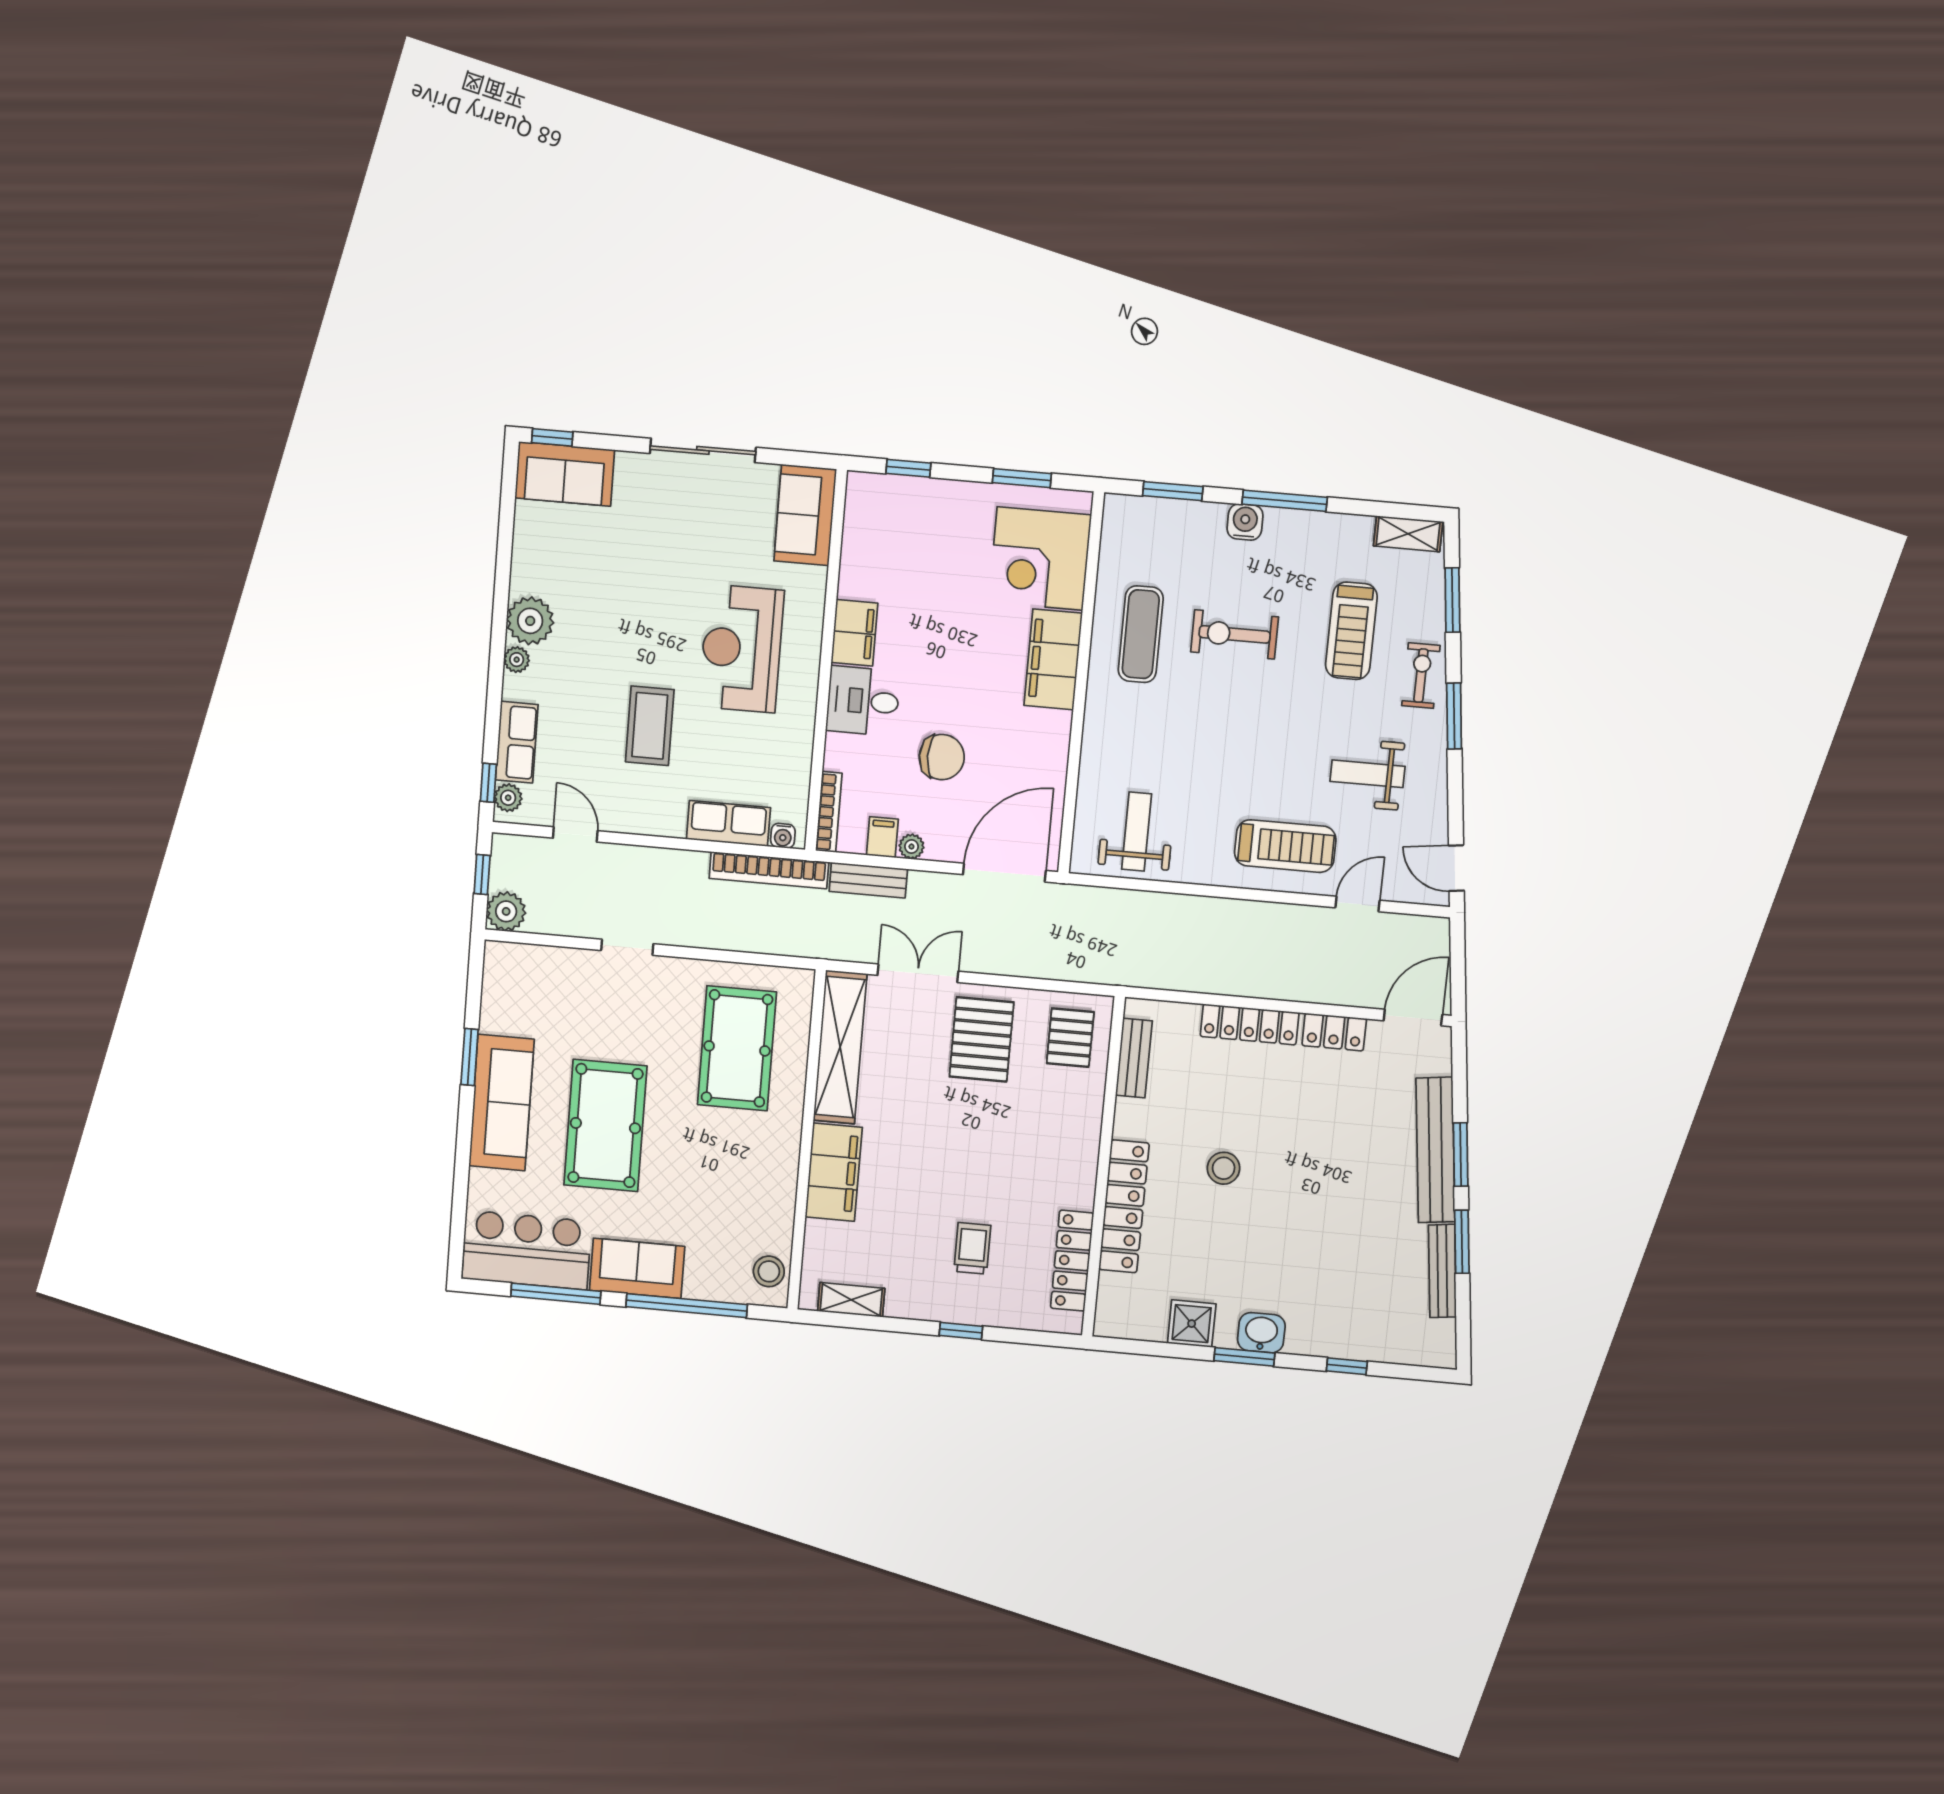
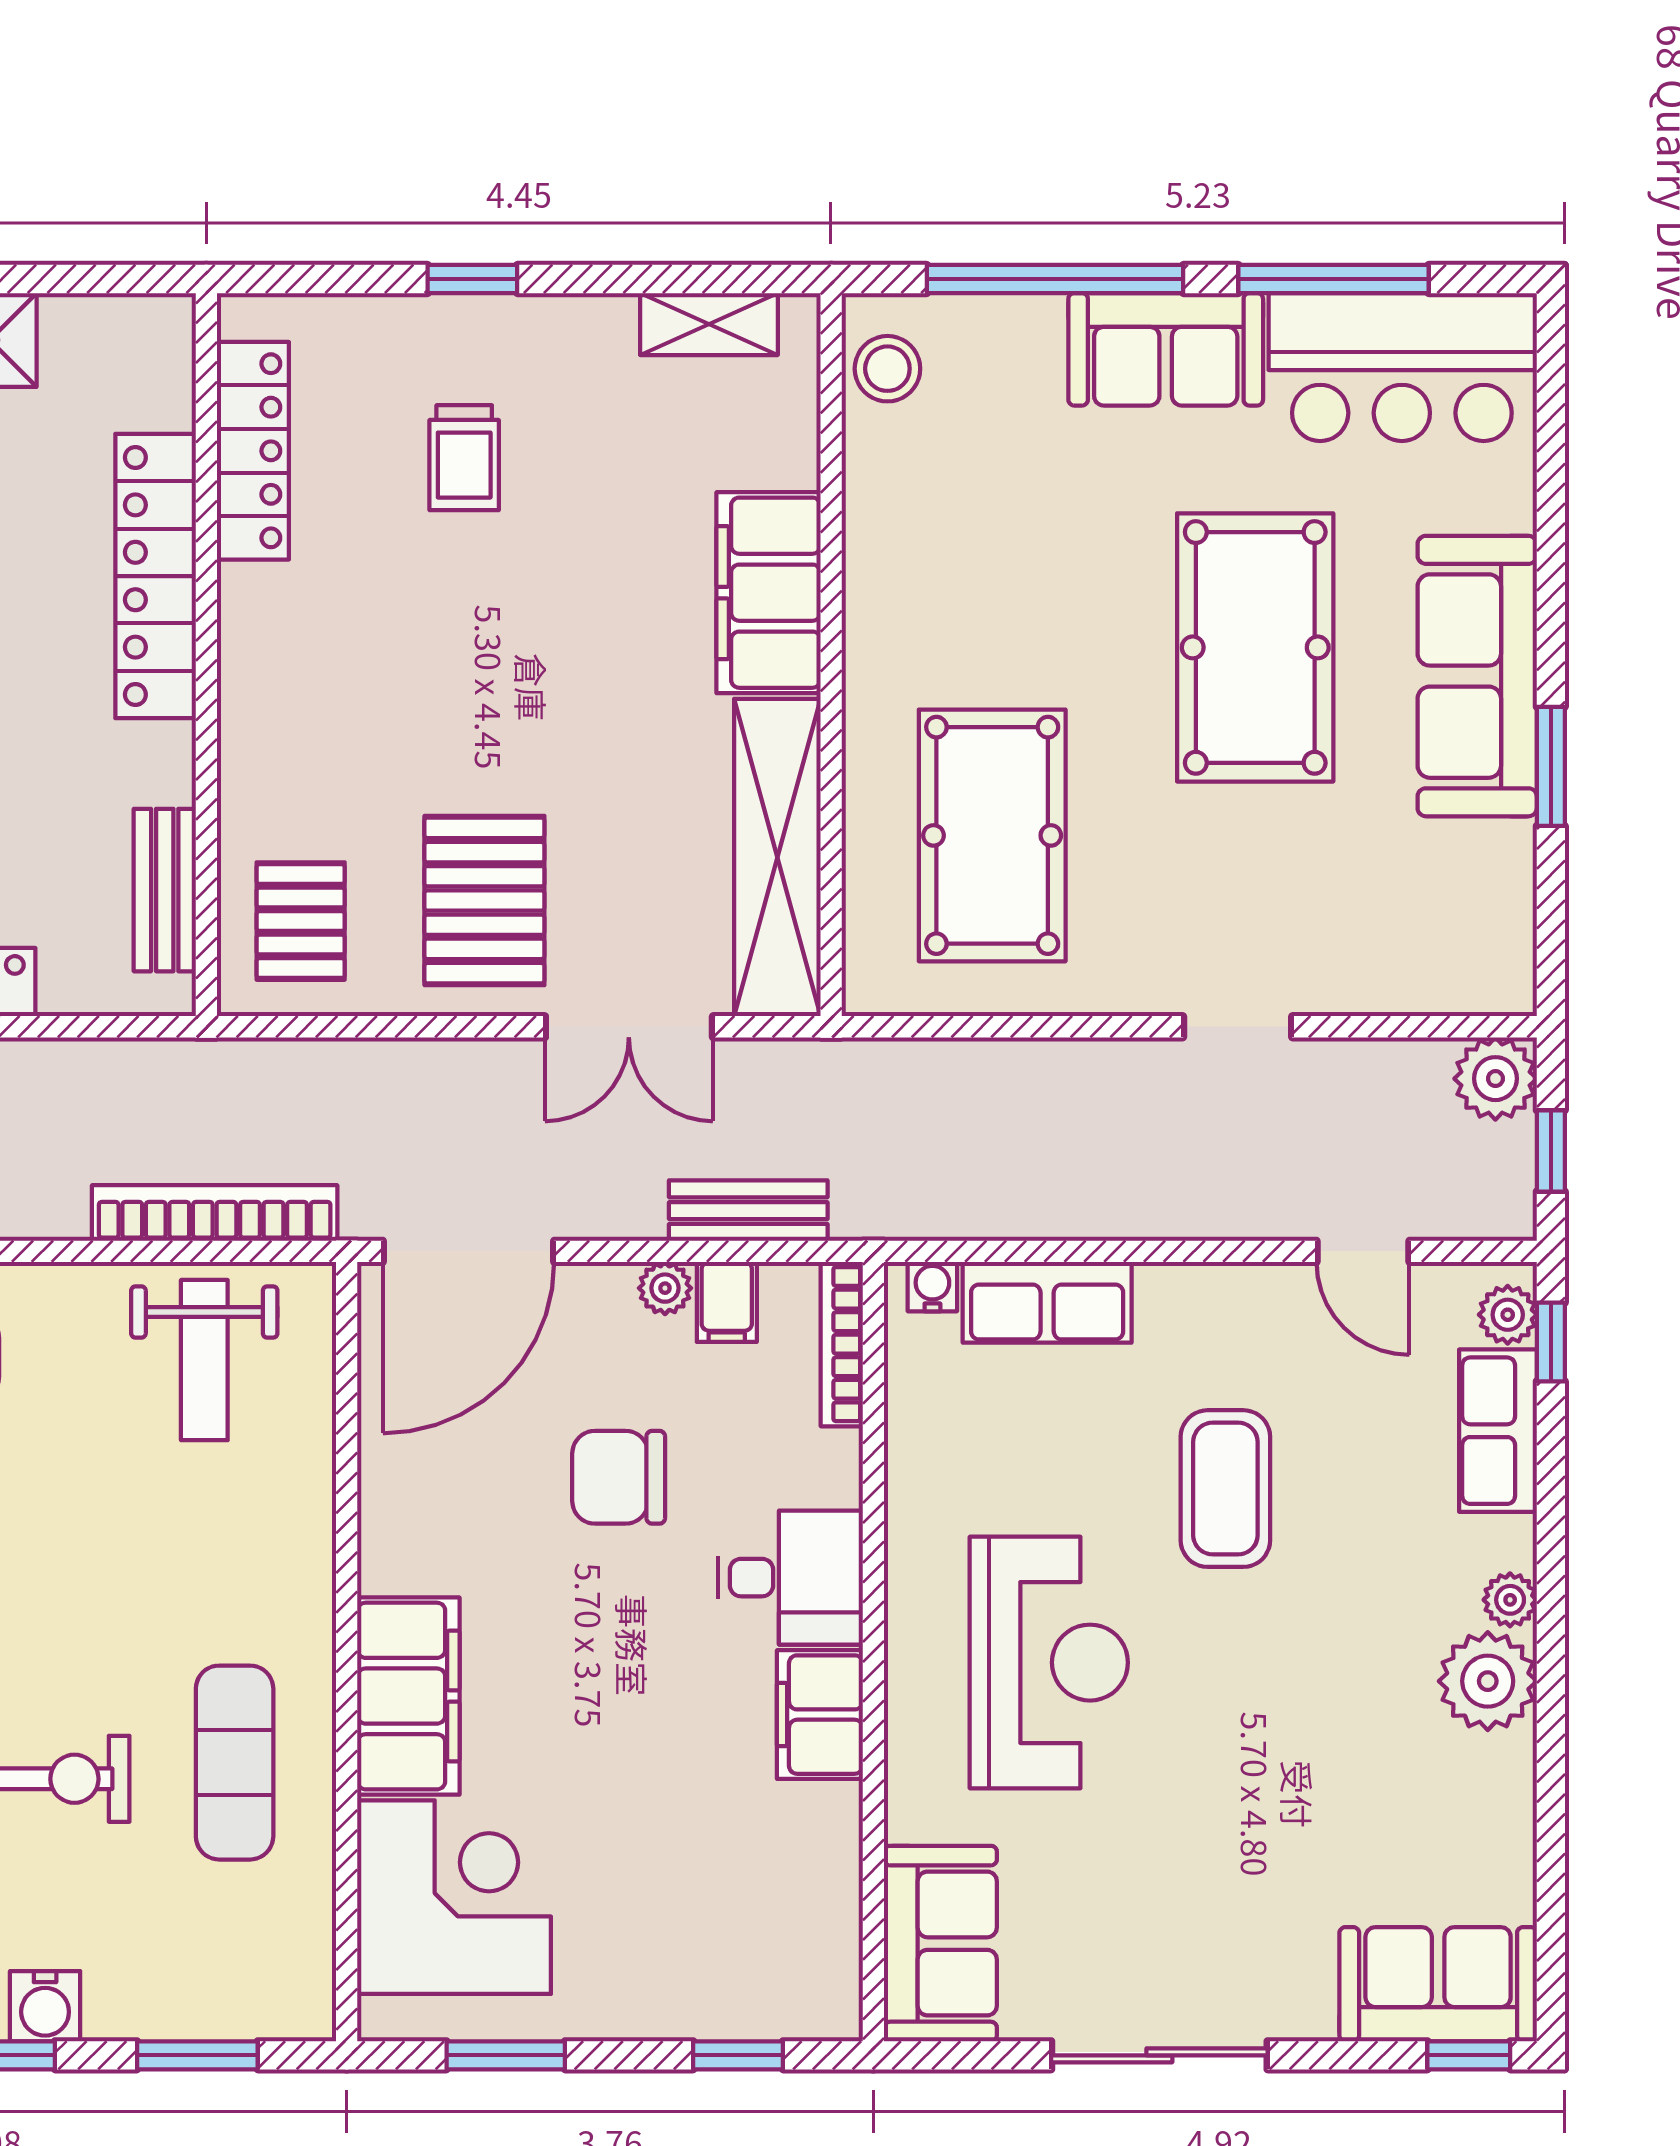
bookcase: (769, 870) -> (215, 1213), moved

